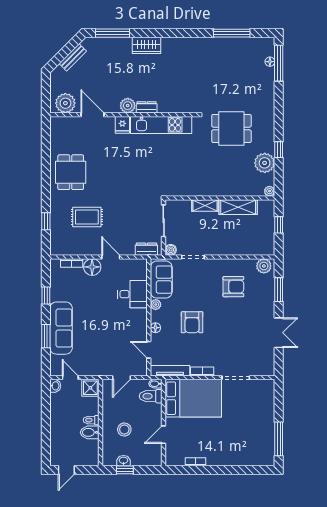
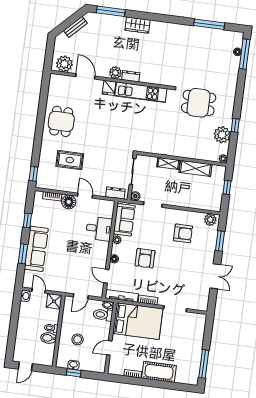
window: (46, 221) -> (33, 174), moved
cot: (227, 455) -> (159, 372), added

